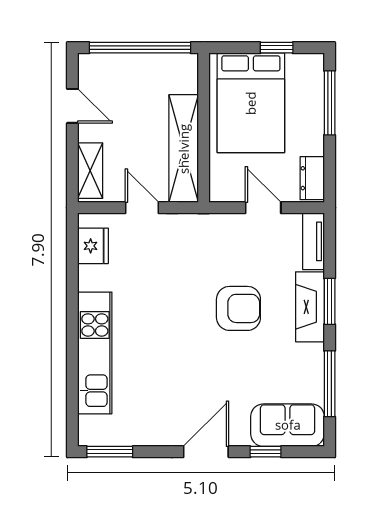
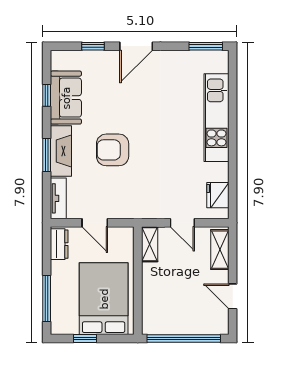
shelving: (184, 149) -> (150, 244), width x0.45, depth x0.75
window: (330, 384) -> (47, 95), width x0.46
sofa: (288, 425) -> (66, 98), moved, turned -90

